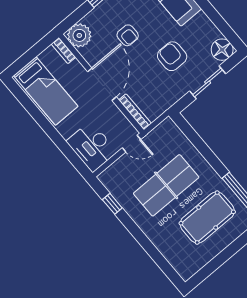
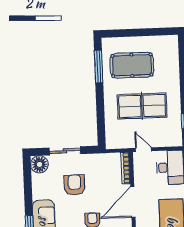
armchair: (172, 56) -> (74, 185), turned 180

